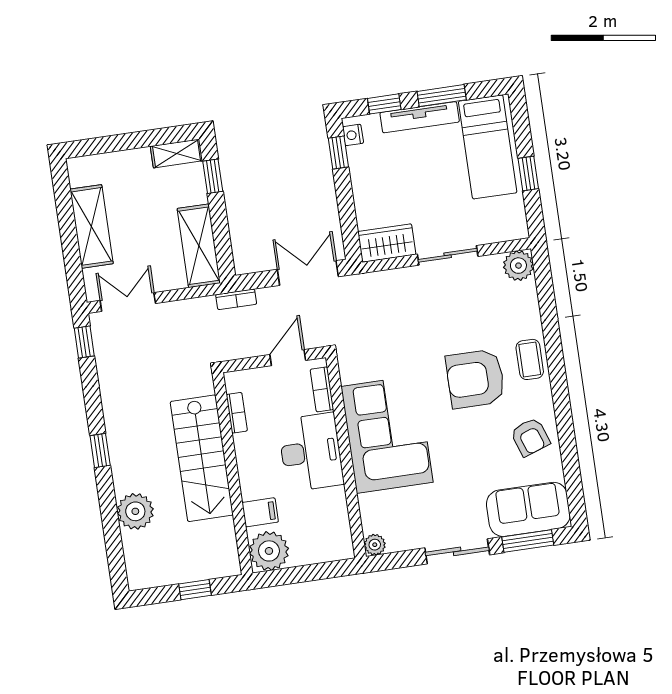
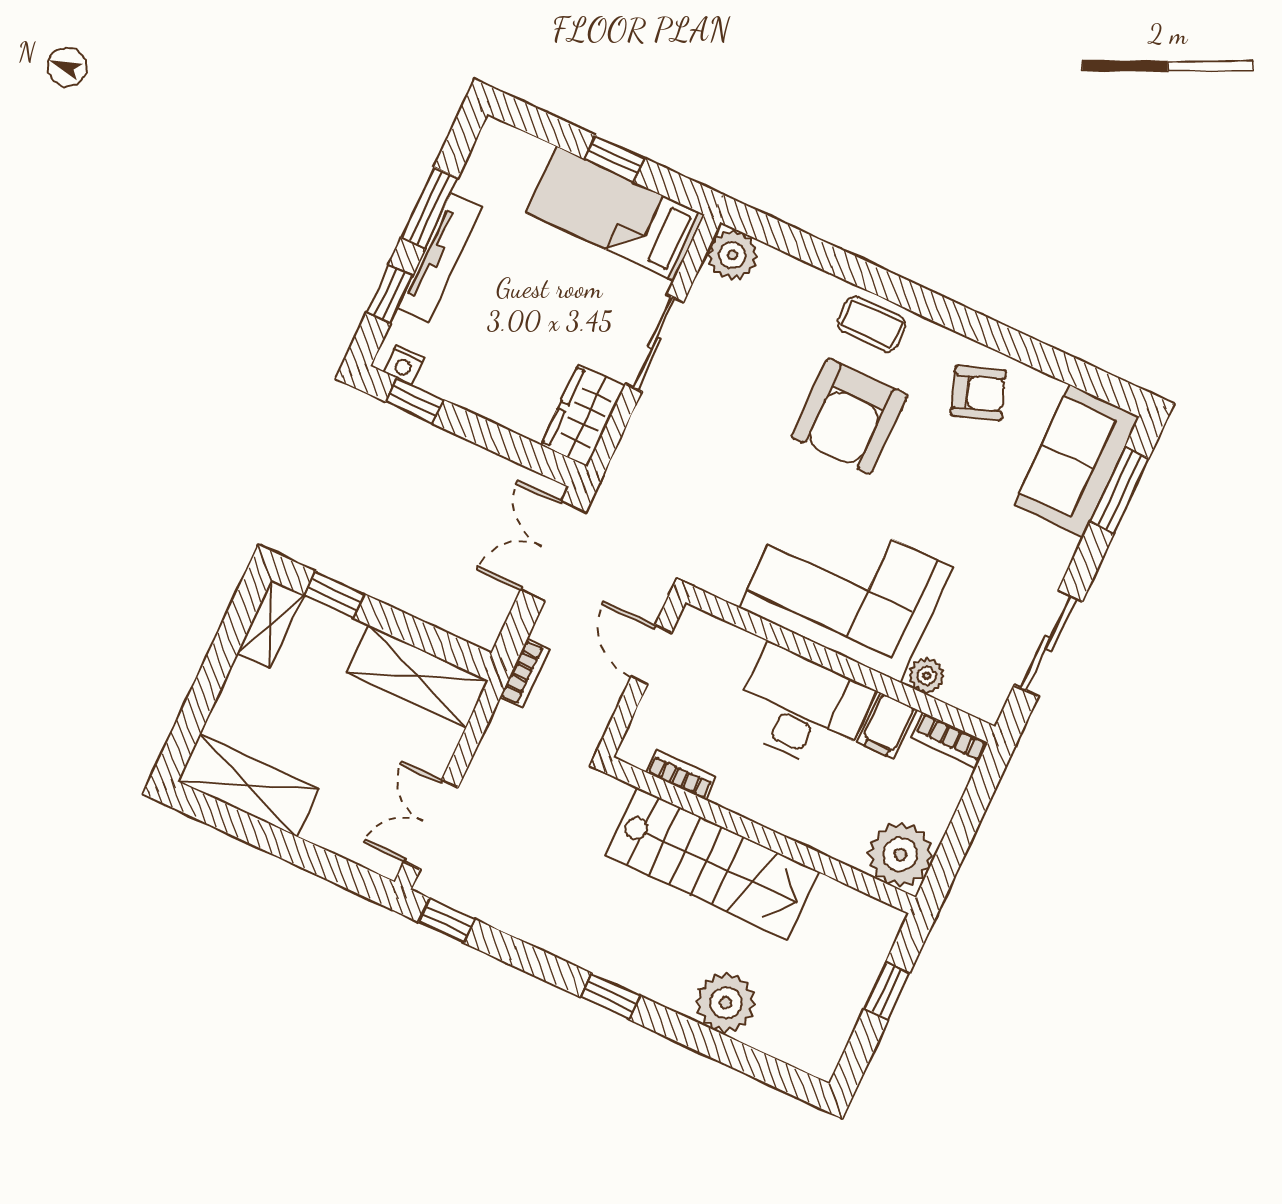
bed: (488, 147) -> (615, 214), moved, turned 180
shelving: (92, 226) -> (248, 785), moved
bookcase: (322, 389) -> (950, 740), moved
filing cabinet: (260, 512) -> (887, 726), moved, turned 180
plant: (375, 545) -> (927, 676), moved
sliding door: (457, 551) -> (1048, 643), moved

